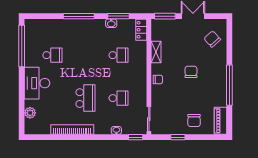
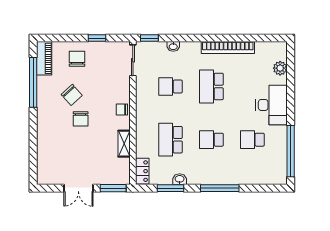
chair: (212, 39) -> (72, 95), moved
school desk: (85, 55) -> (211, 140), added
school desk: (119, 55) -> (170, 140), width x1.85
window: (229, 85) -> (33, 82), moved

